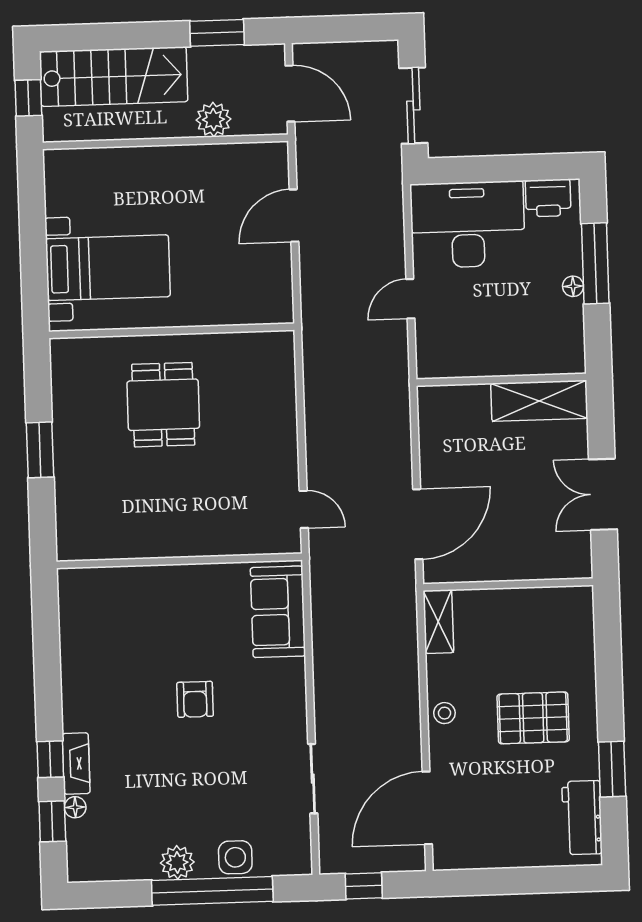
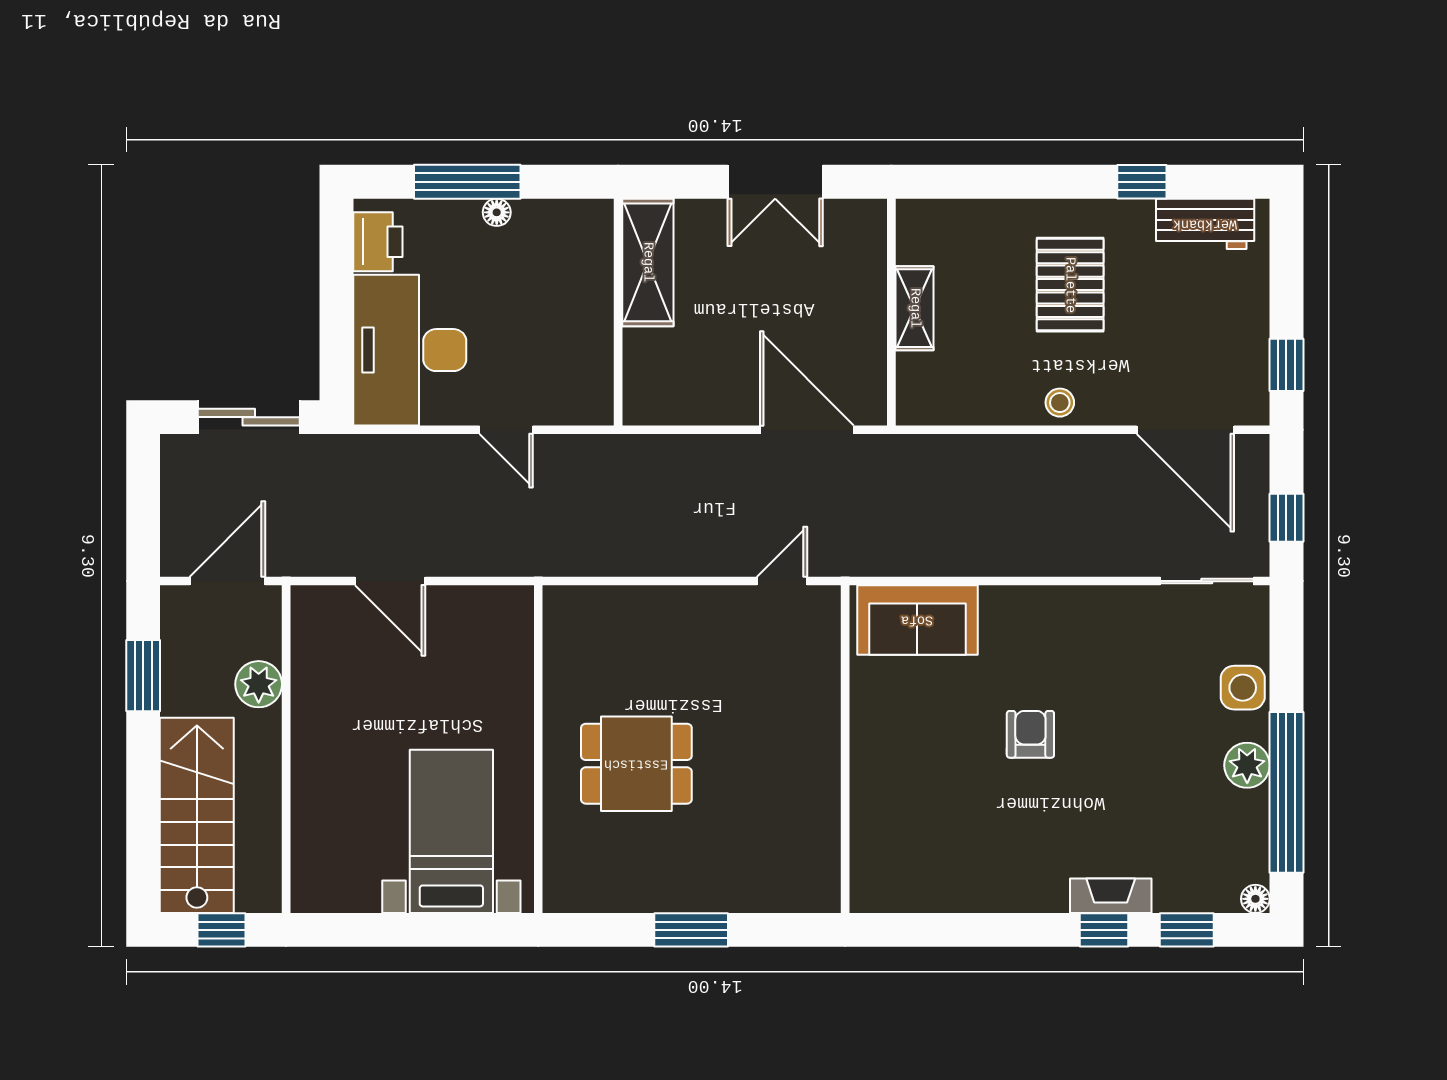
shelving: (438, 622) -> (915, 308), moved, turned 90
armchair: (195, 699) -> (1030, 734), turned -90
window: (612, 769) -> (1142, 182), width x0.67
sliding door: (313, 779) -> (1207, 581), moved
floor lamp: (75, 807) -> (1255, 899), moved
window: (478, 882) -> (1286, 365), added
window: (212, 891) -> (1286, 792), moved

